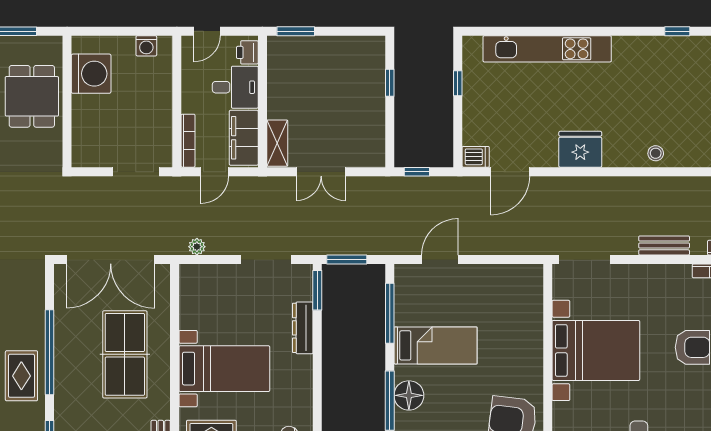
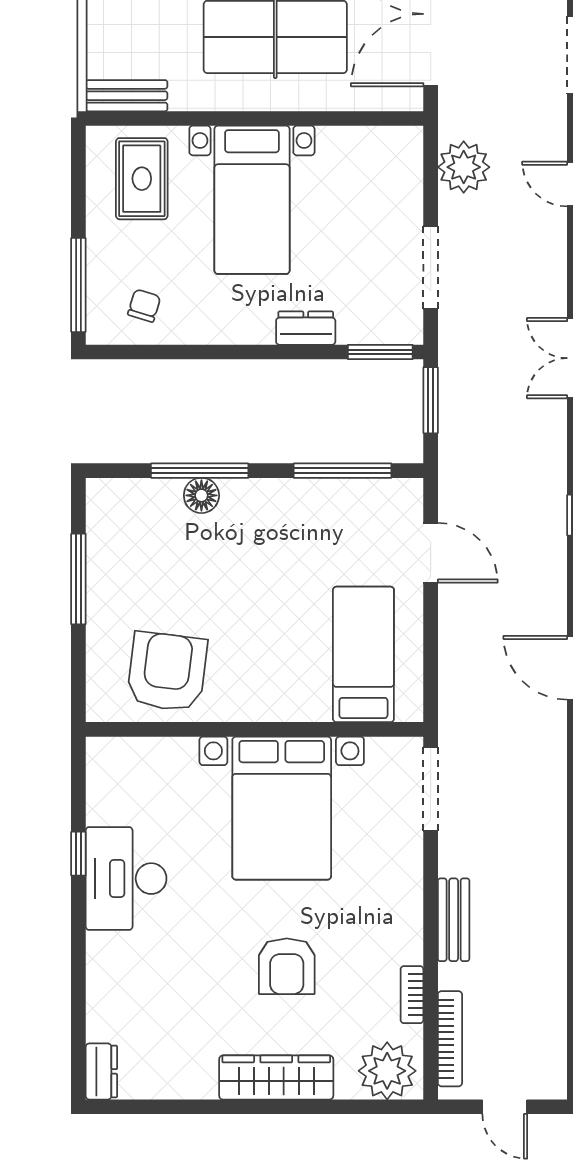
plant: (197, 247) -> (464, 167), width x1.87, depth x1.87
dresser: (303, 328) -> (306, 328), width x0.70
bed: (436, 345) -> (363, 654), moved, turned 180
floor lamp: (409, 395) -> (201, 495), width x0.73, depth x0.73

